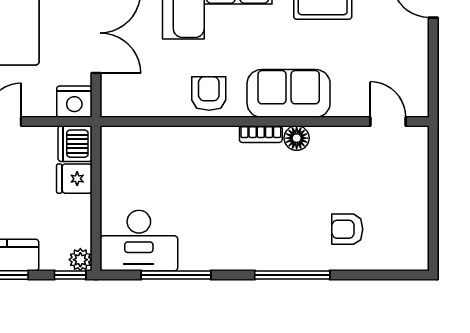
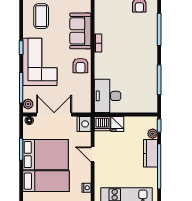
armchair: (209, 93) -> (80, 66), turned -90
floor lamp: (297, 138) -> (100, 27), removed
desk: (139, 241) -> (108, 96), moved, turned 180
plant: (80, 260) -> (153, 134), moved

